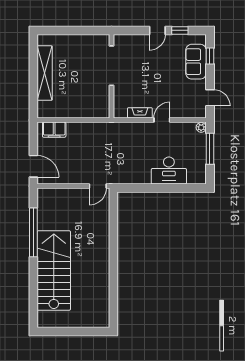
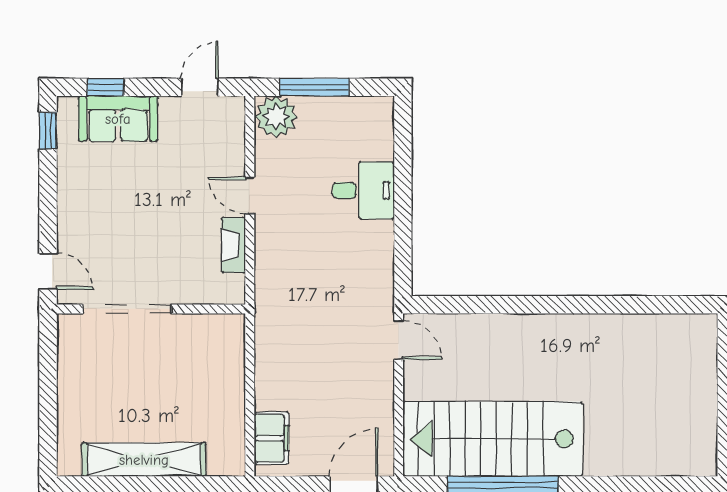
door: (157, 30) -> (48, 271), moved
window: (180, 30) -> (48, 131), moved
plant: (201, 127) -> (276, 117), width x1.88, depth x1.88
desk: (169, 170) -> (363, 190), width x0.73
stairs: (54, 270) -> (493, 439), moved

